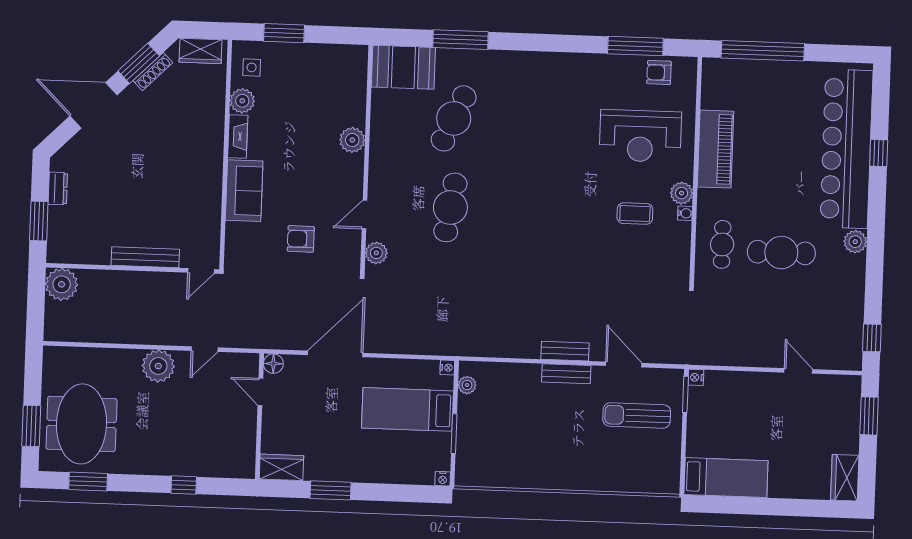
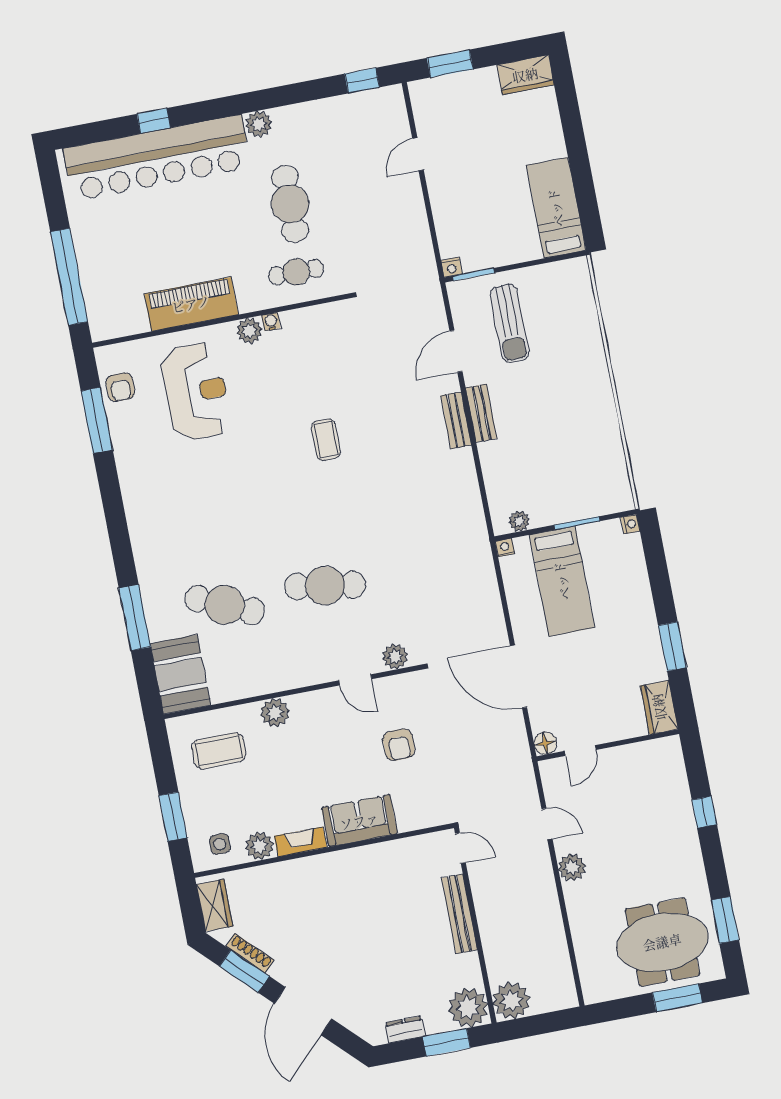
coffee table: (331, 85) -> (219, 751), added
coffee table: (635, 214) -> (326, 440), moved
plant: (64, 246) -> (468, 1008), added
plant: (158, 366) -> (572, 867), width x0.73, depth x0.73

